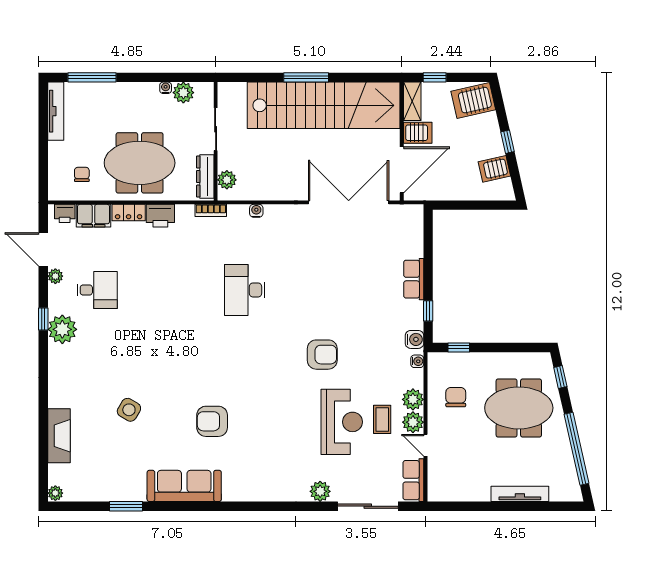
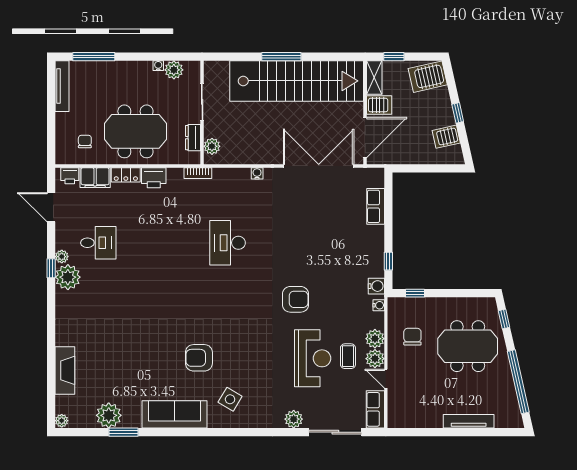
dresser: (205, 177) -> (193, 138), width x0.70
water cooler: (256, 211) -> (257, 173), moved
plant: (55, 276) -> (62, 257), moved
row of seats: (414, 279) -> (376, 206), moved
side table: (129, 410) -> (230, 399), moved
plant: (109, 487) -> (109, 415), added

